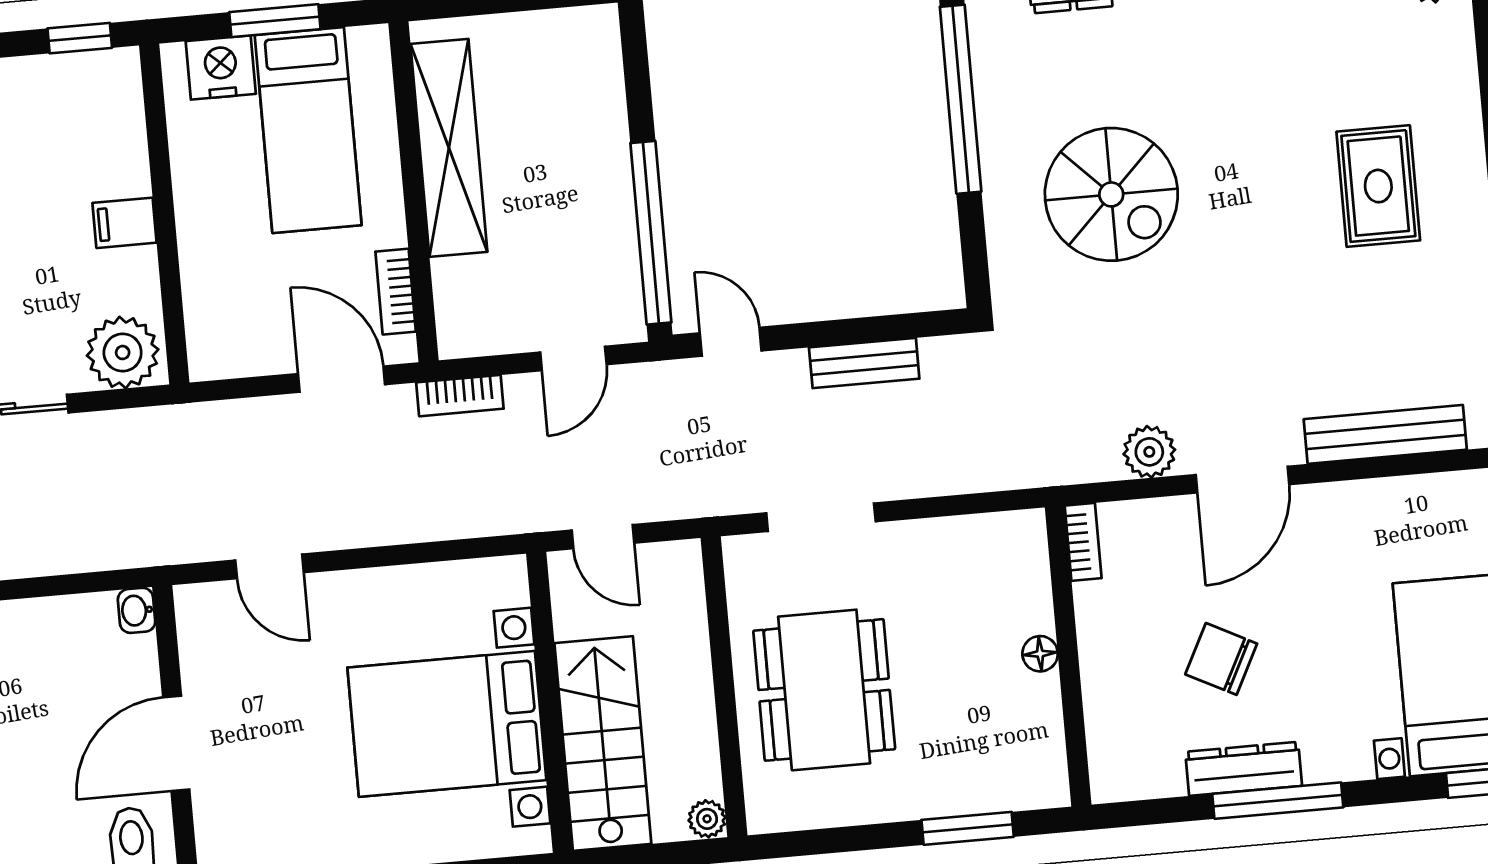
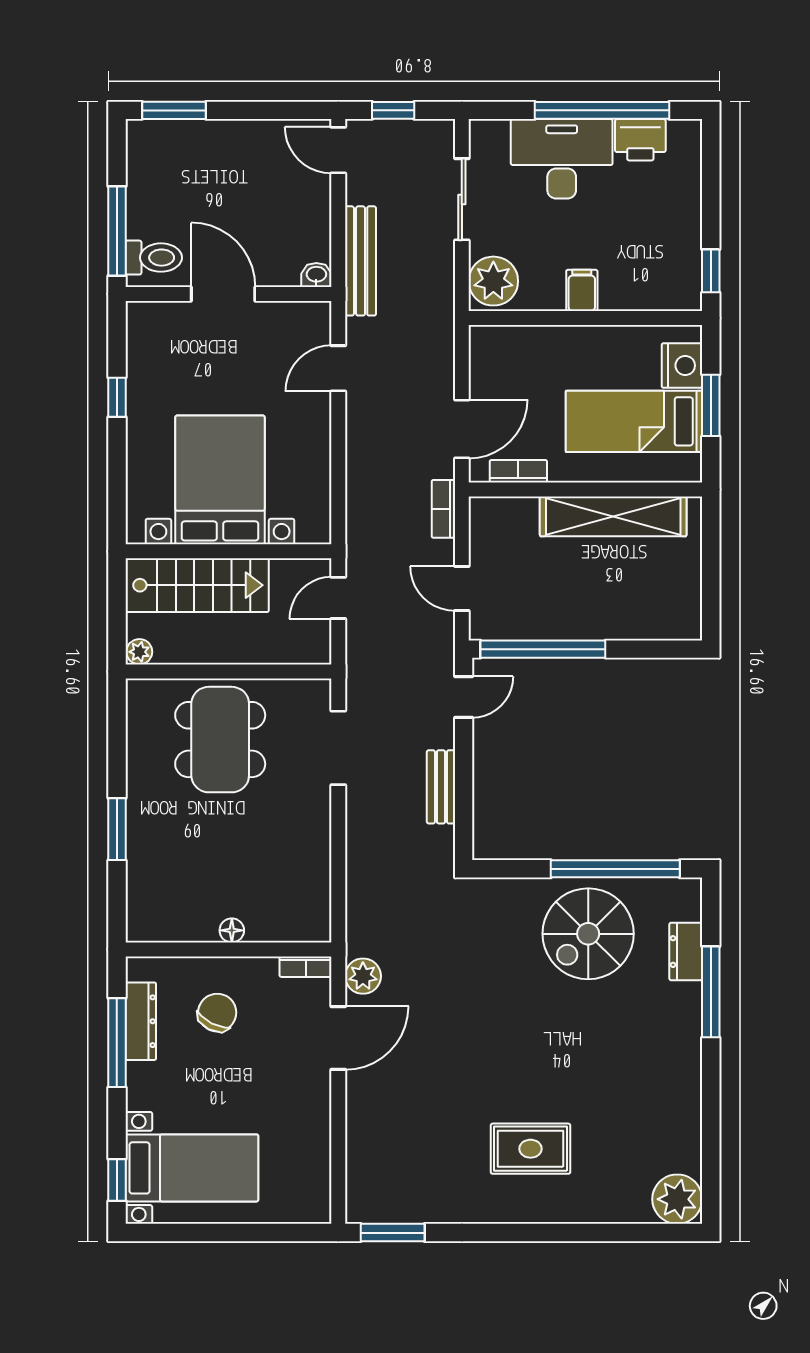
spiral stairs: (1111, 194) -> (588, 934), moved
bench: (1385, 434) -> (361, 261), moved
door: (1242, 480) -> (338, 1038), swing flipped
bookcase: (1083, 542) -> (306, 967), moved
floor lamp: (1040, 654) -> (232, 930), moved
wall: (1068, 656) -> (229, 949), moved
dining table: (824, 690) -> (220, 740), turned 90

